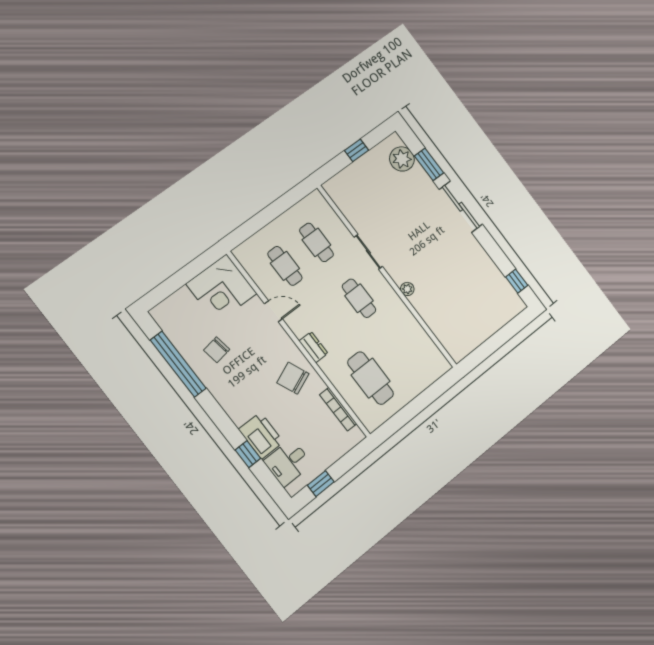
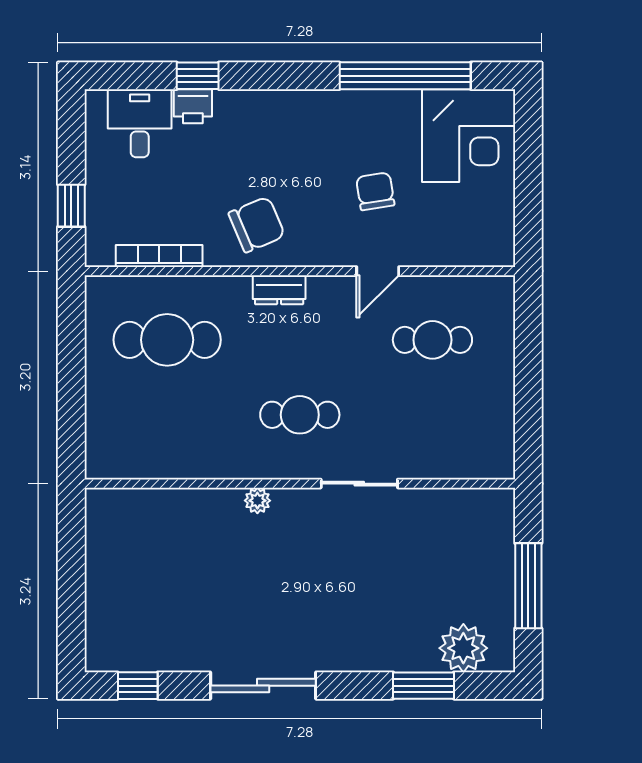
window: (357, 150) -> (528, 586), width x2.17
sliding door: (461, 207) -> (263, 686), moved
cafe table: (317, 242) -> (432, 415), removed
corner desk: (222, 289) -> (469, 136), moved, turned 180
chair: (217, 350) -> (375, 191), moved
printer: (261, 436) -> (193, 106), width x0.53, depth x0.68
window: (321, 484) -> (71, 206), moved

